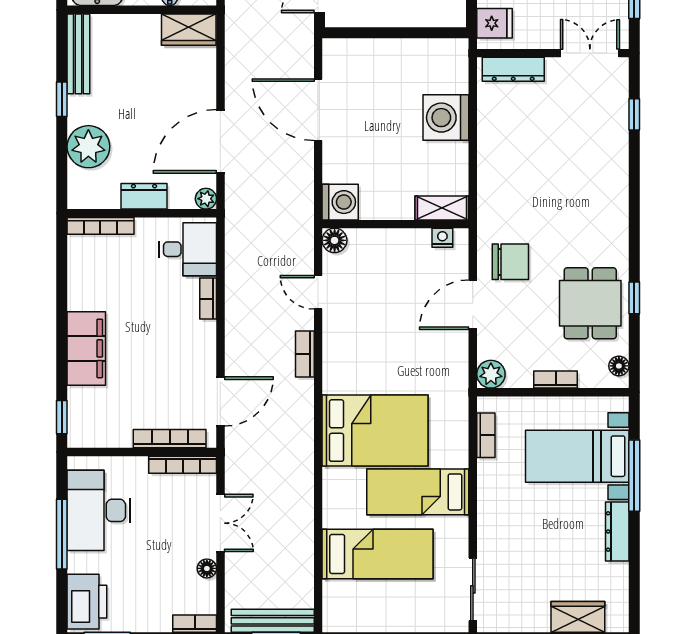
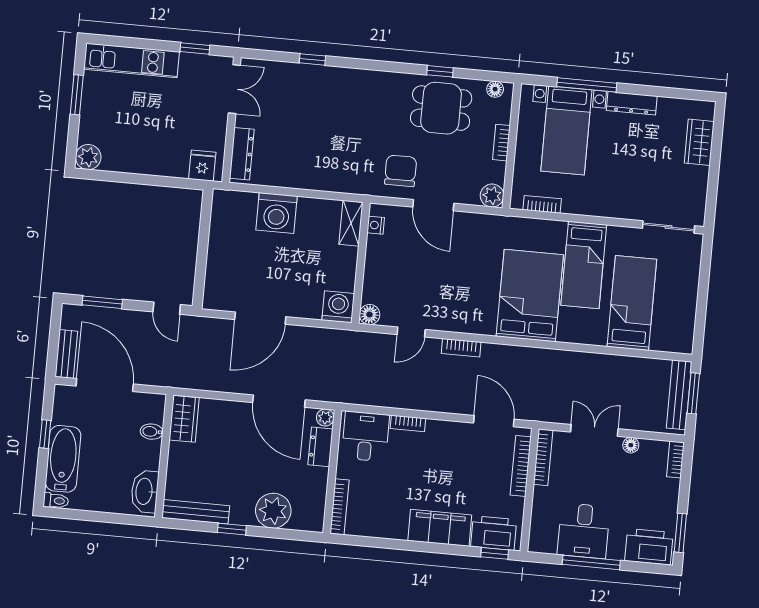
double door: (590, 53) -> (234, 89), swing flipped
window: (634, 114) -> (312, 59), moved
dresser: (144, 196) -> (320, 447), moved
printer: (86, 414) -> (494, 533), added
desk: (99, 510) -> (584, 531), width x0.73

